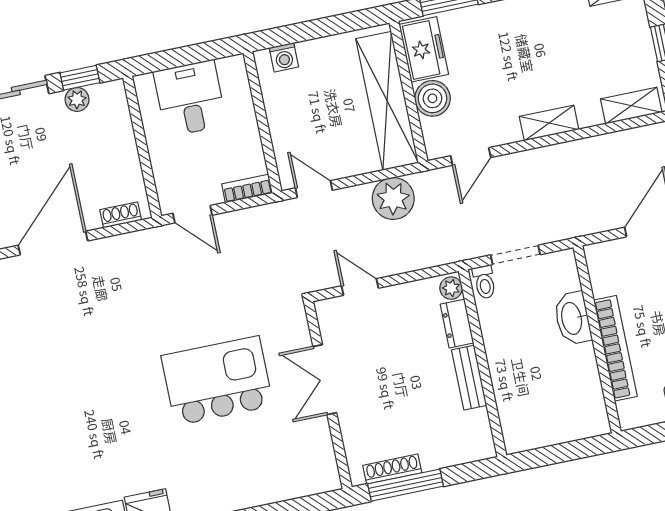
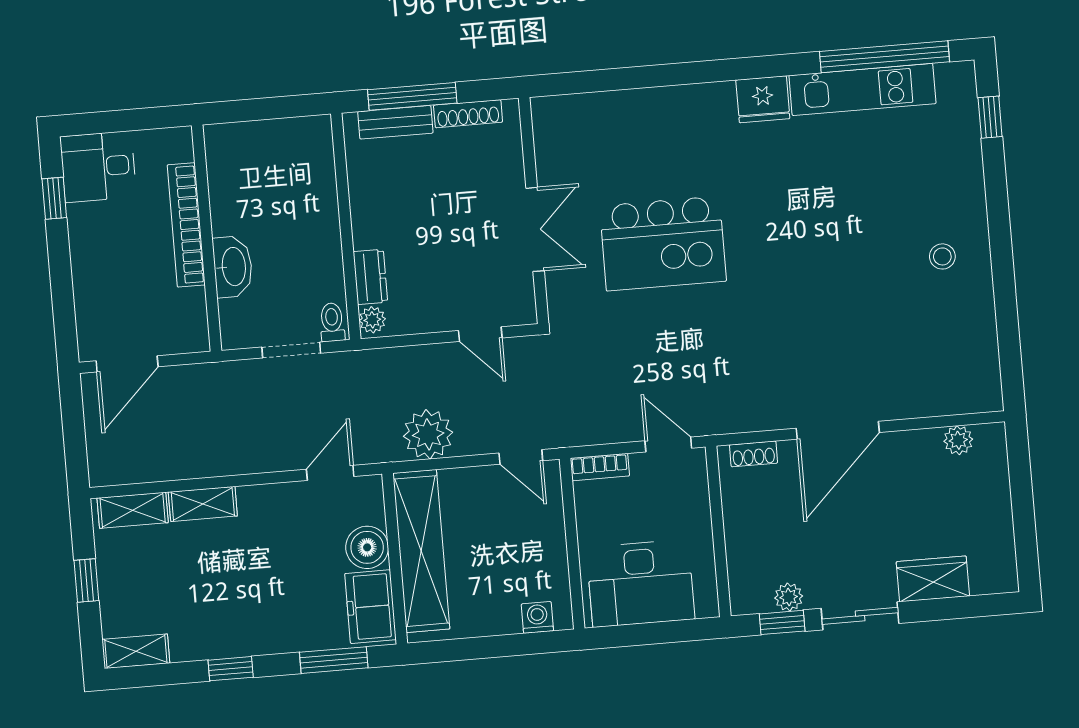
desk: (190, 98) -> (641, 583), width x1.37
shelving: (549, 123) -> (203, 504), moved
bench: (469, 378) -> (395, 122), moved, turned 90
window: (406, 485) -> (412, 96), moved

